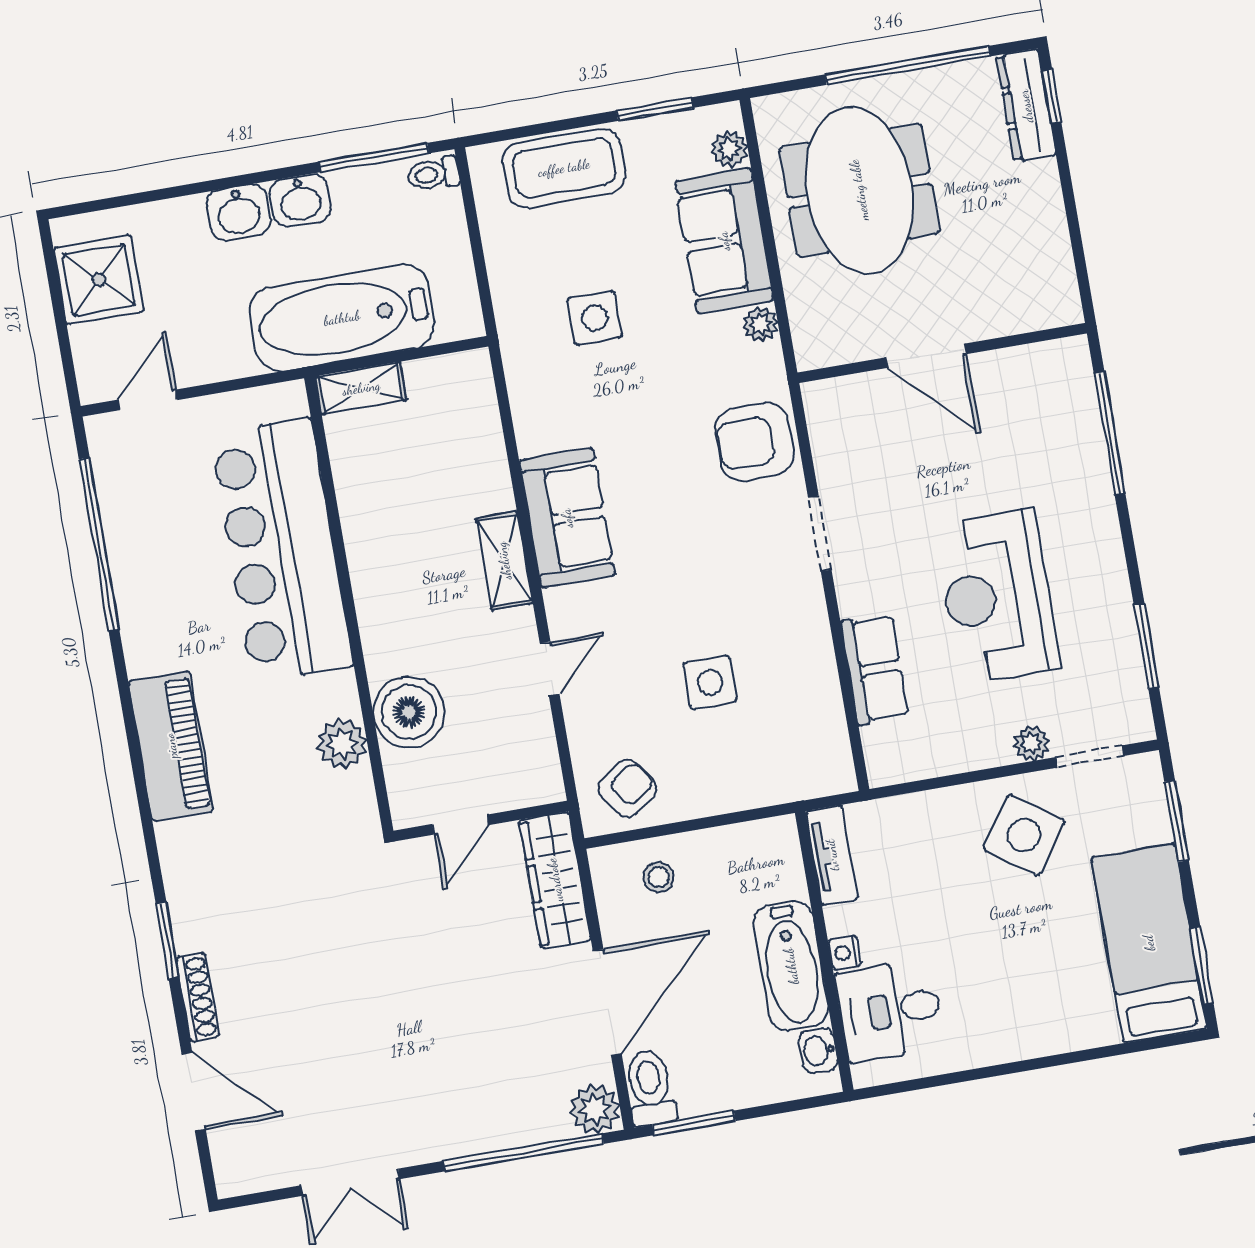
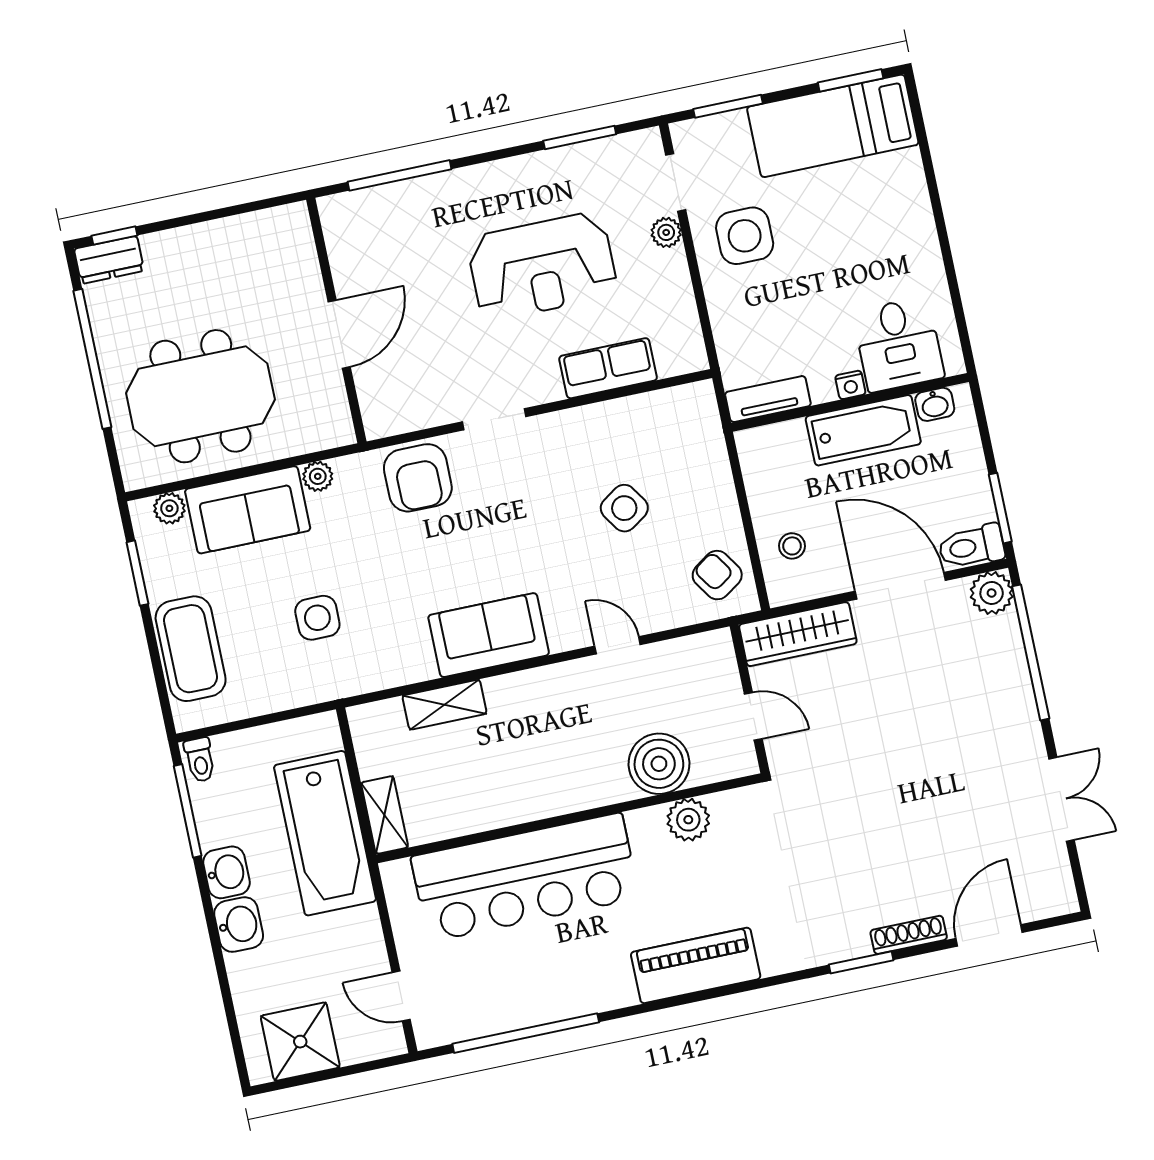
dresser: (1026, 106) -> (109, 260), width x0.70
shelving: (504, 561) -> (444, 705), moved
side table: (710, 682) -> (624, 508), turned -34
side table: (1024, 835) -> (745, 236), turned -35

